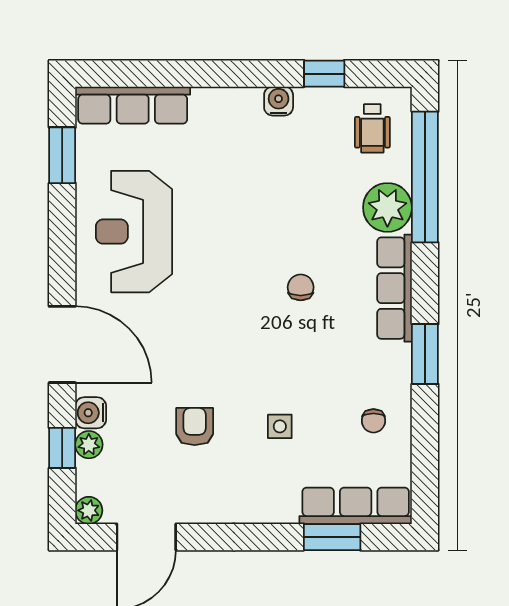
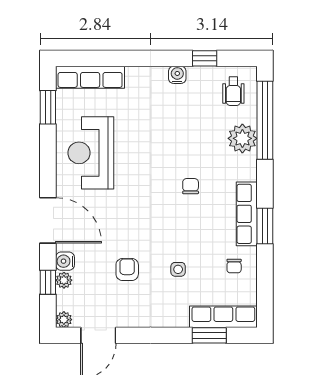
row of seats: (395, 288) -> (247, 214), moved

